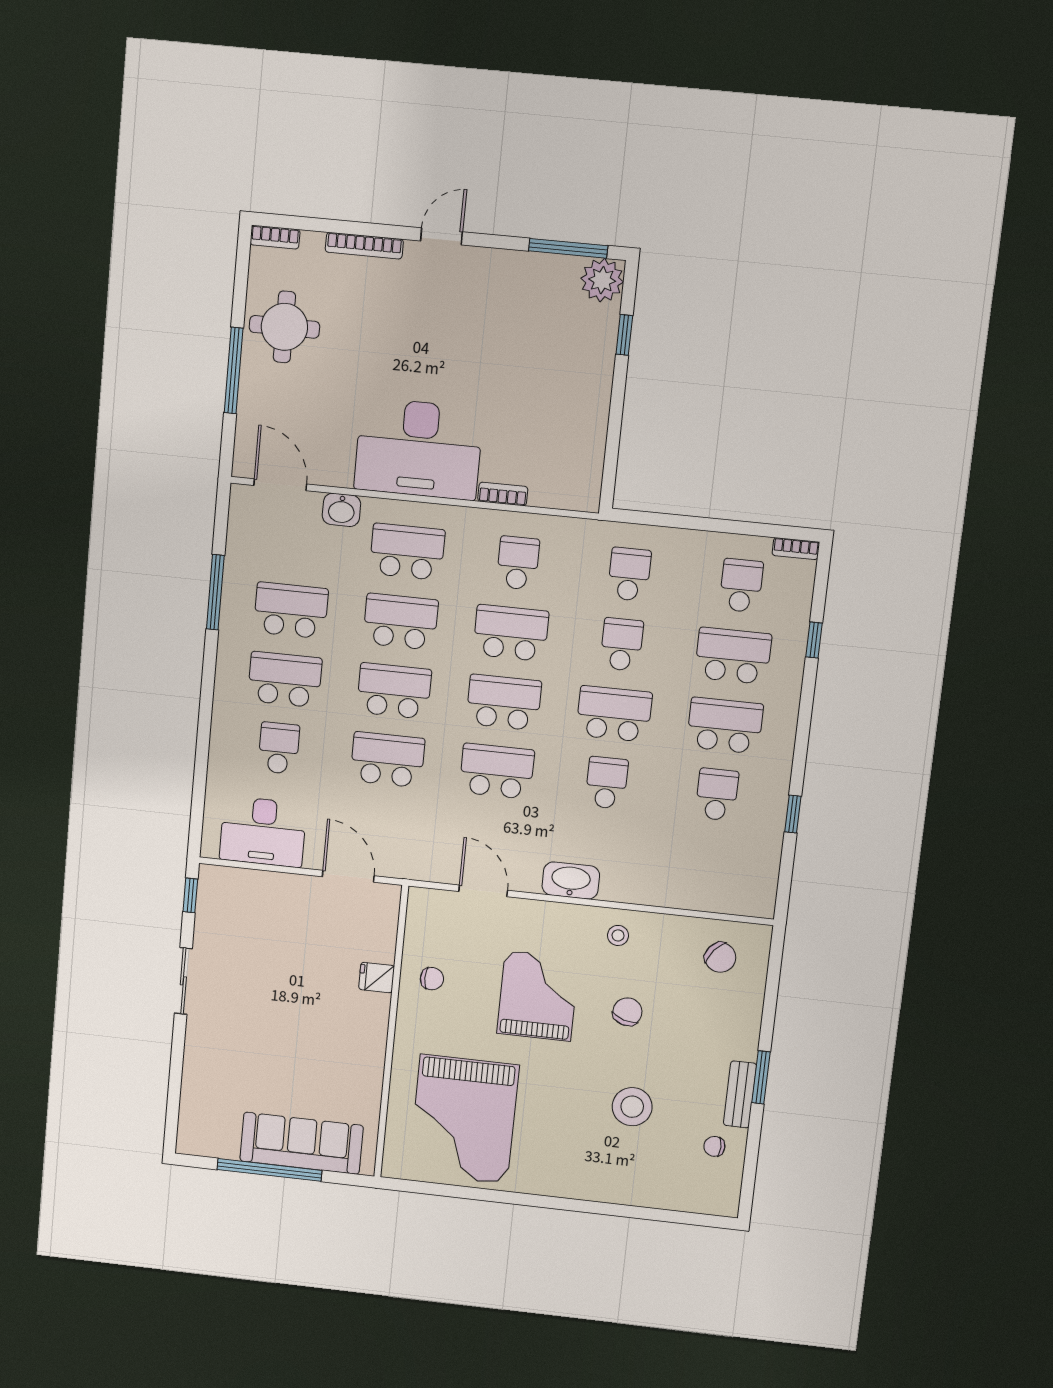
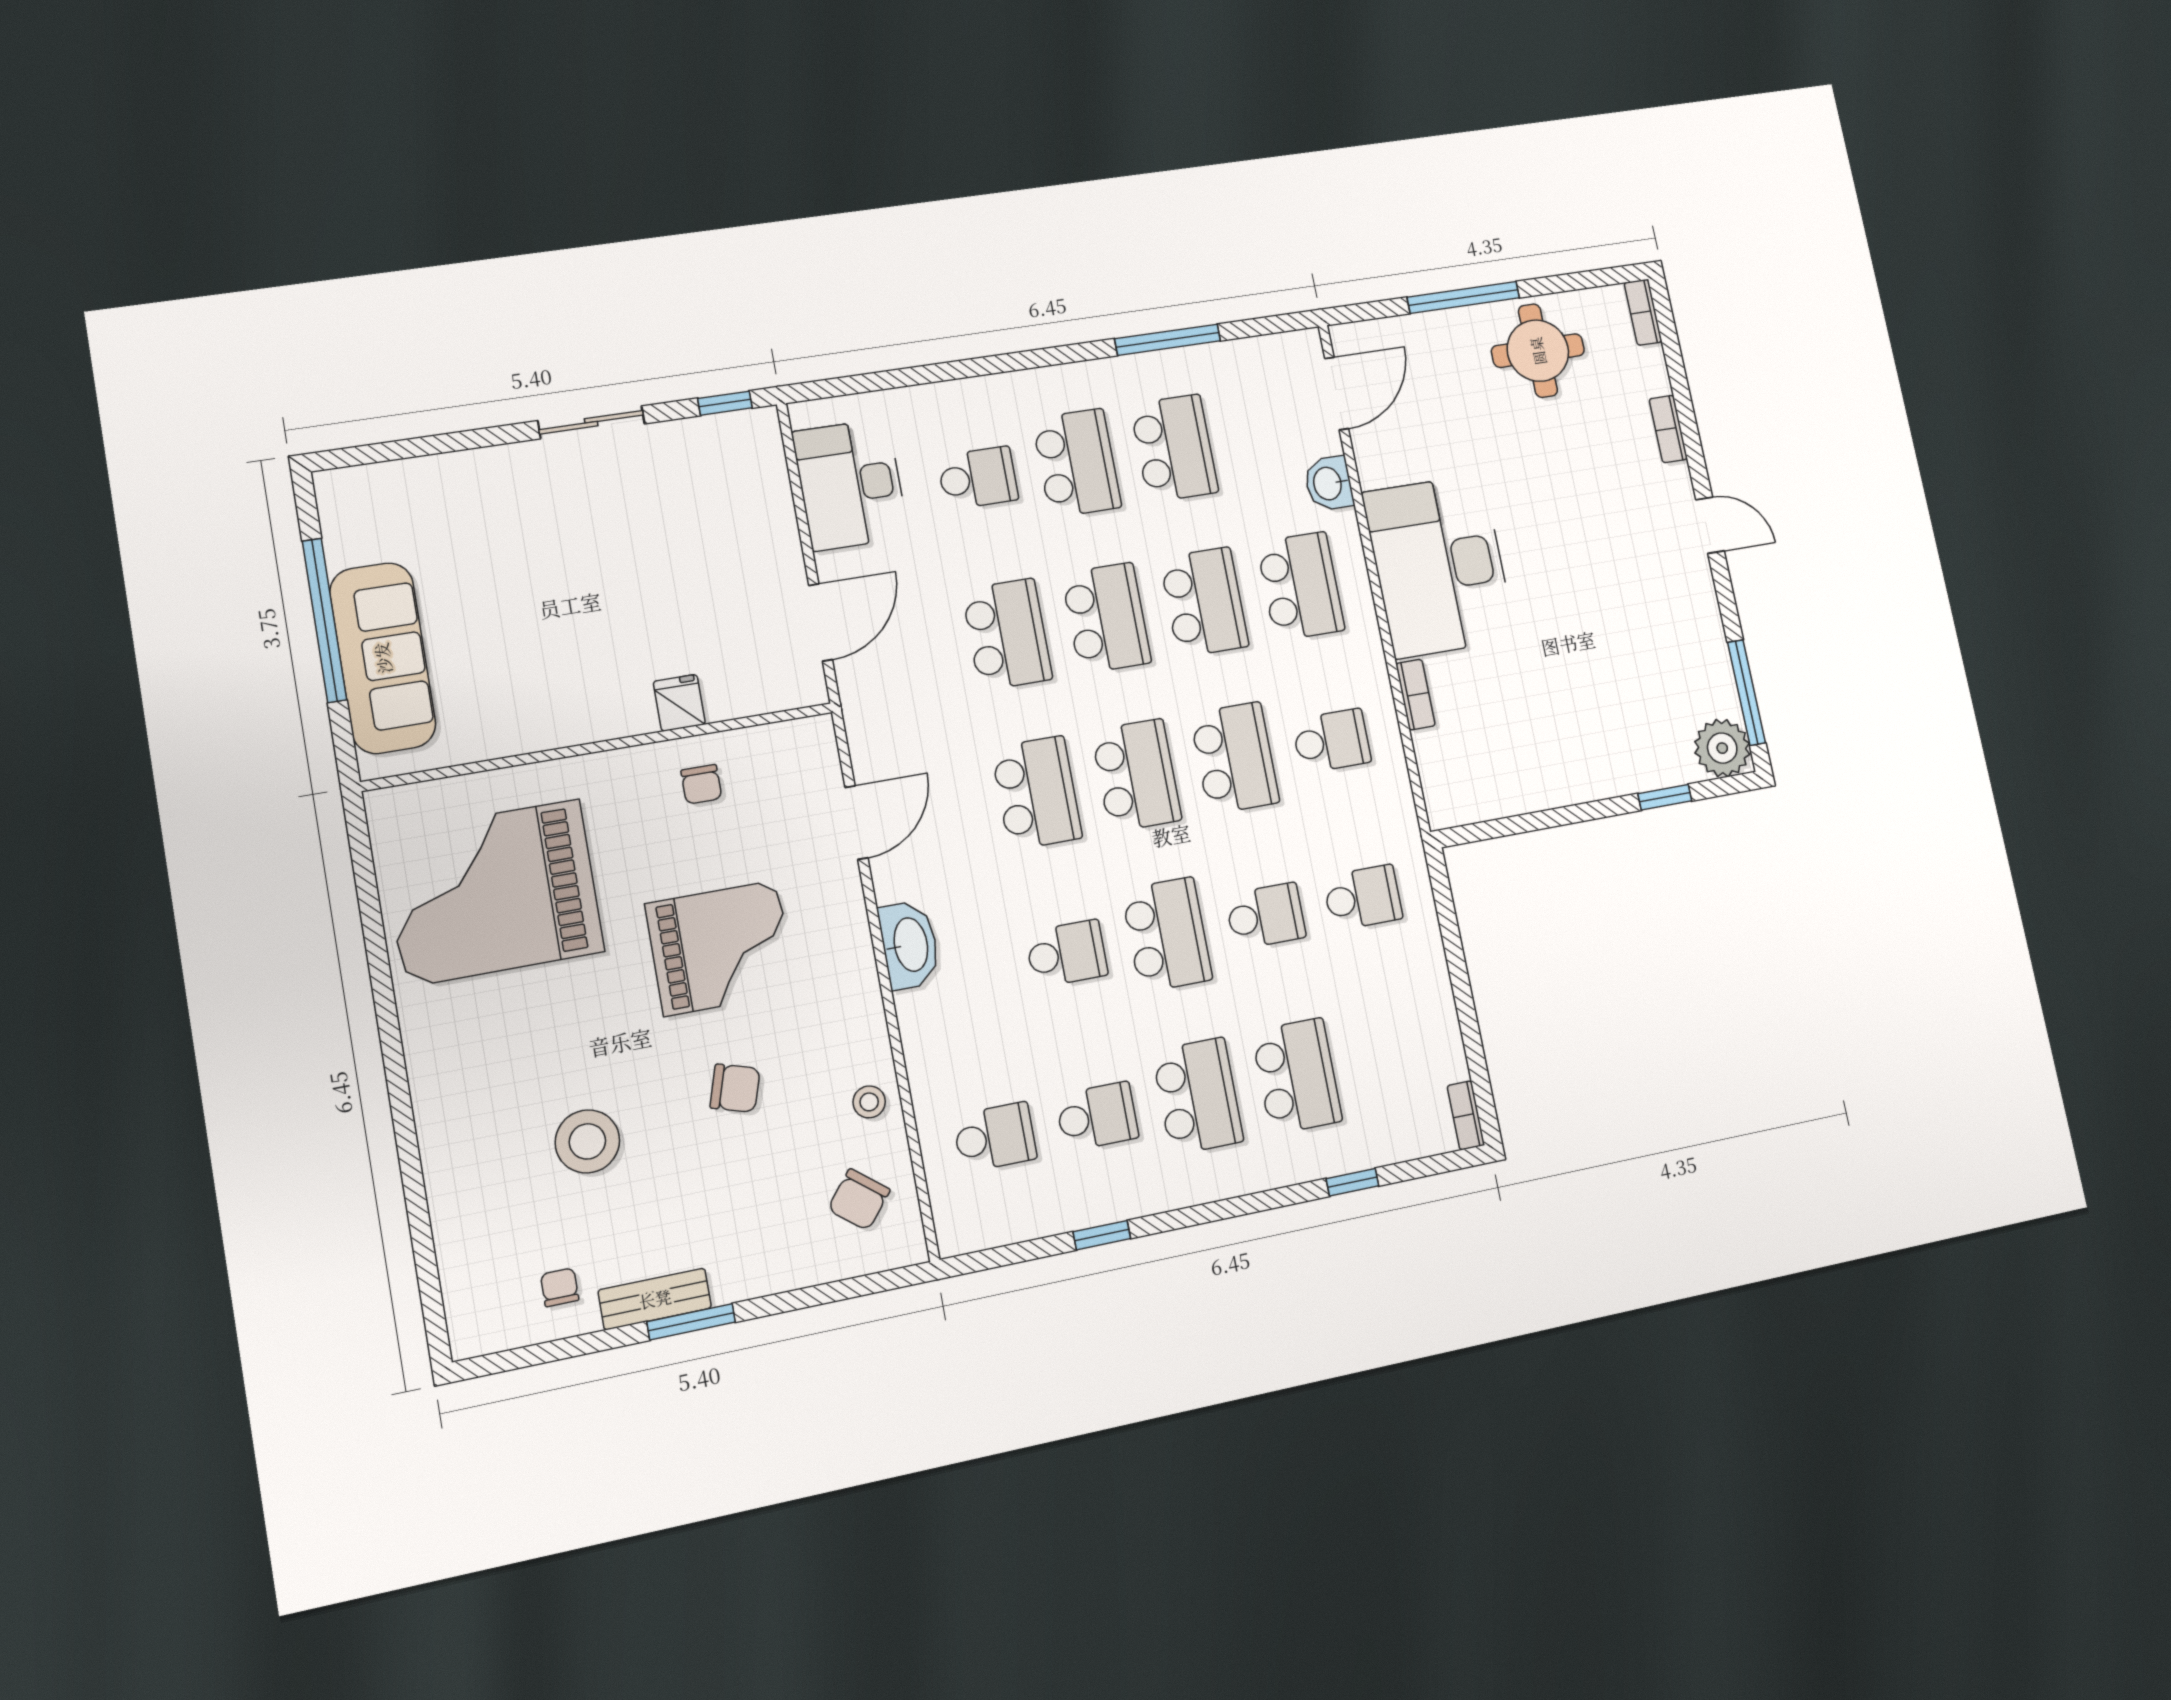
bookcase: (364, 246) -> (1668, 429), width x0.64
school desk: (741, 586) -> (995, 1137), moved
stool: (618, 935) -> (869, 1102), moved

